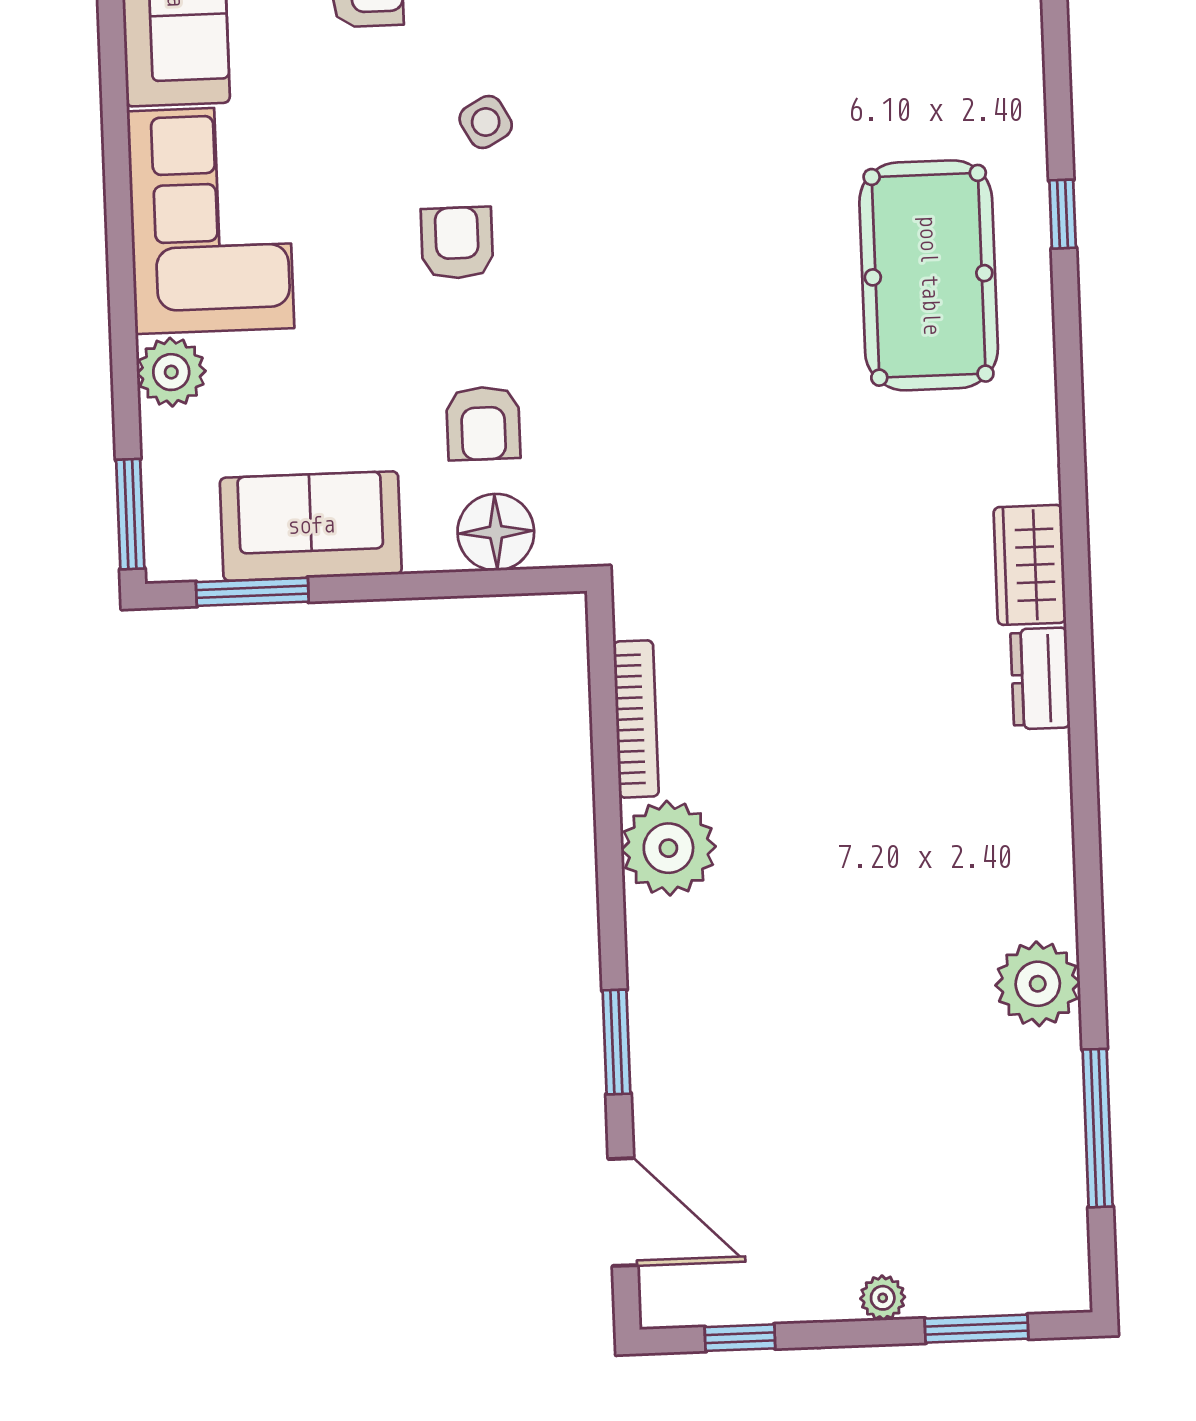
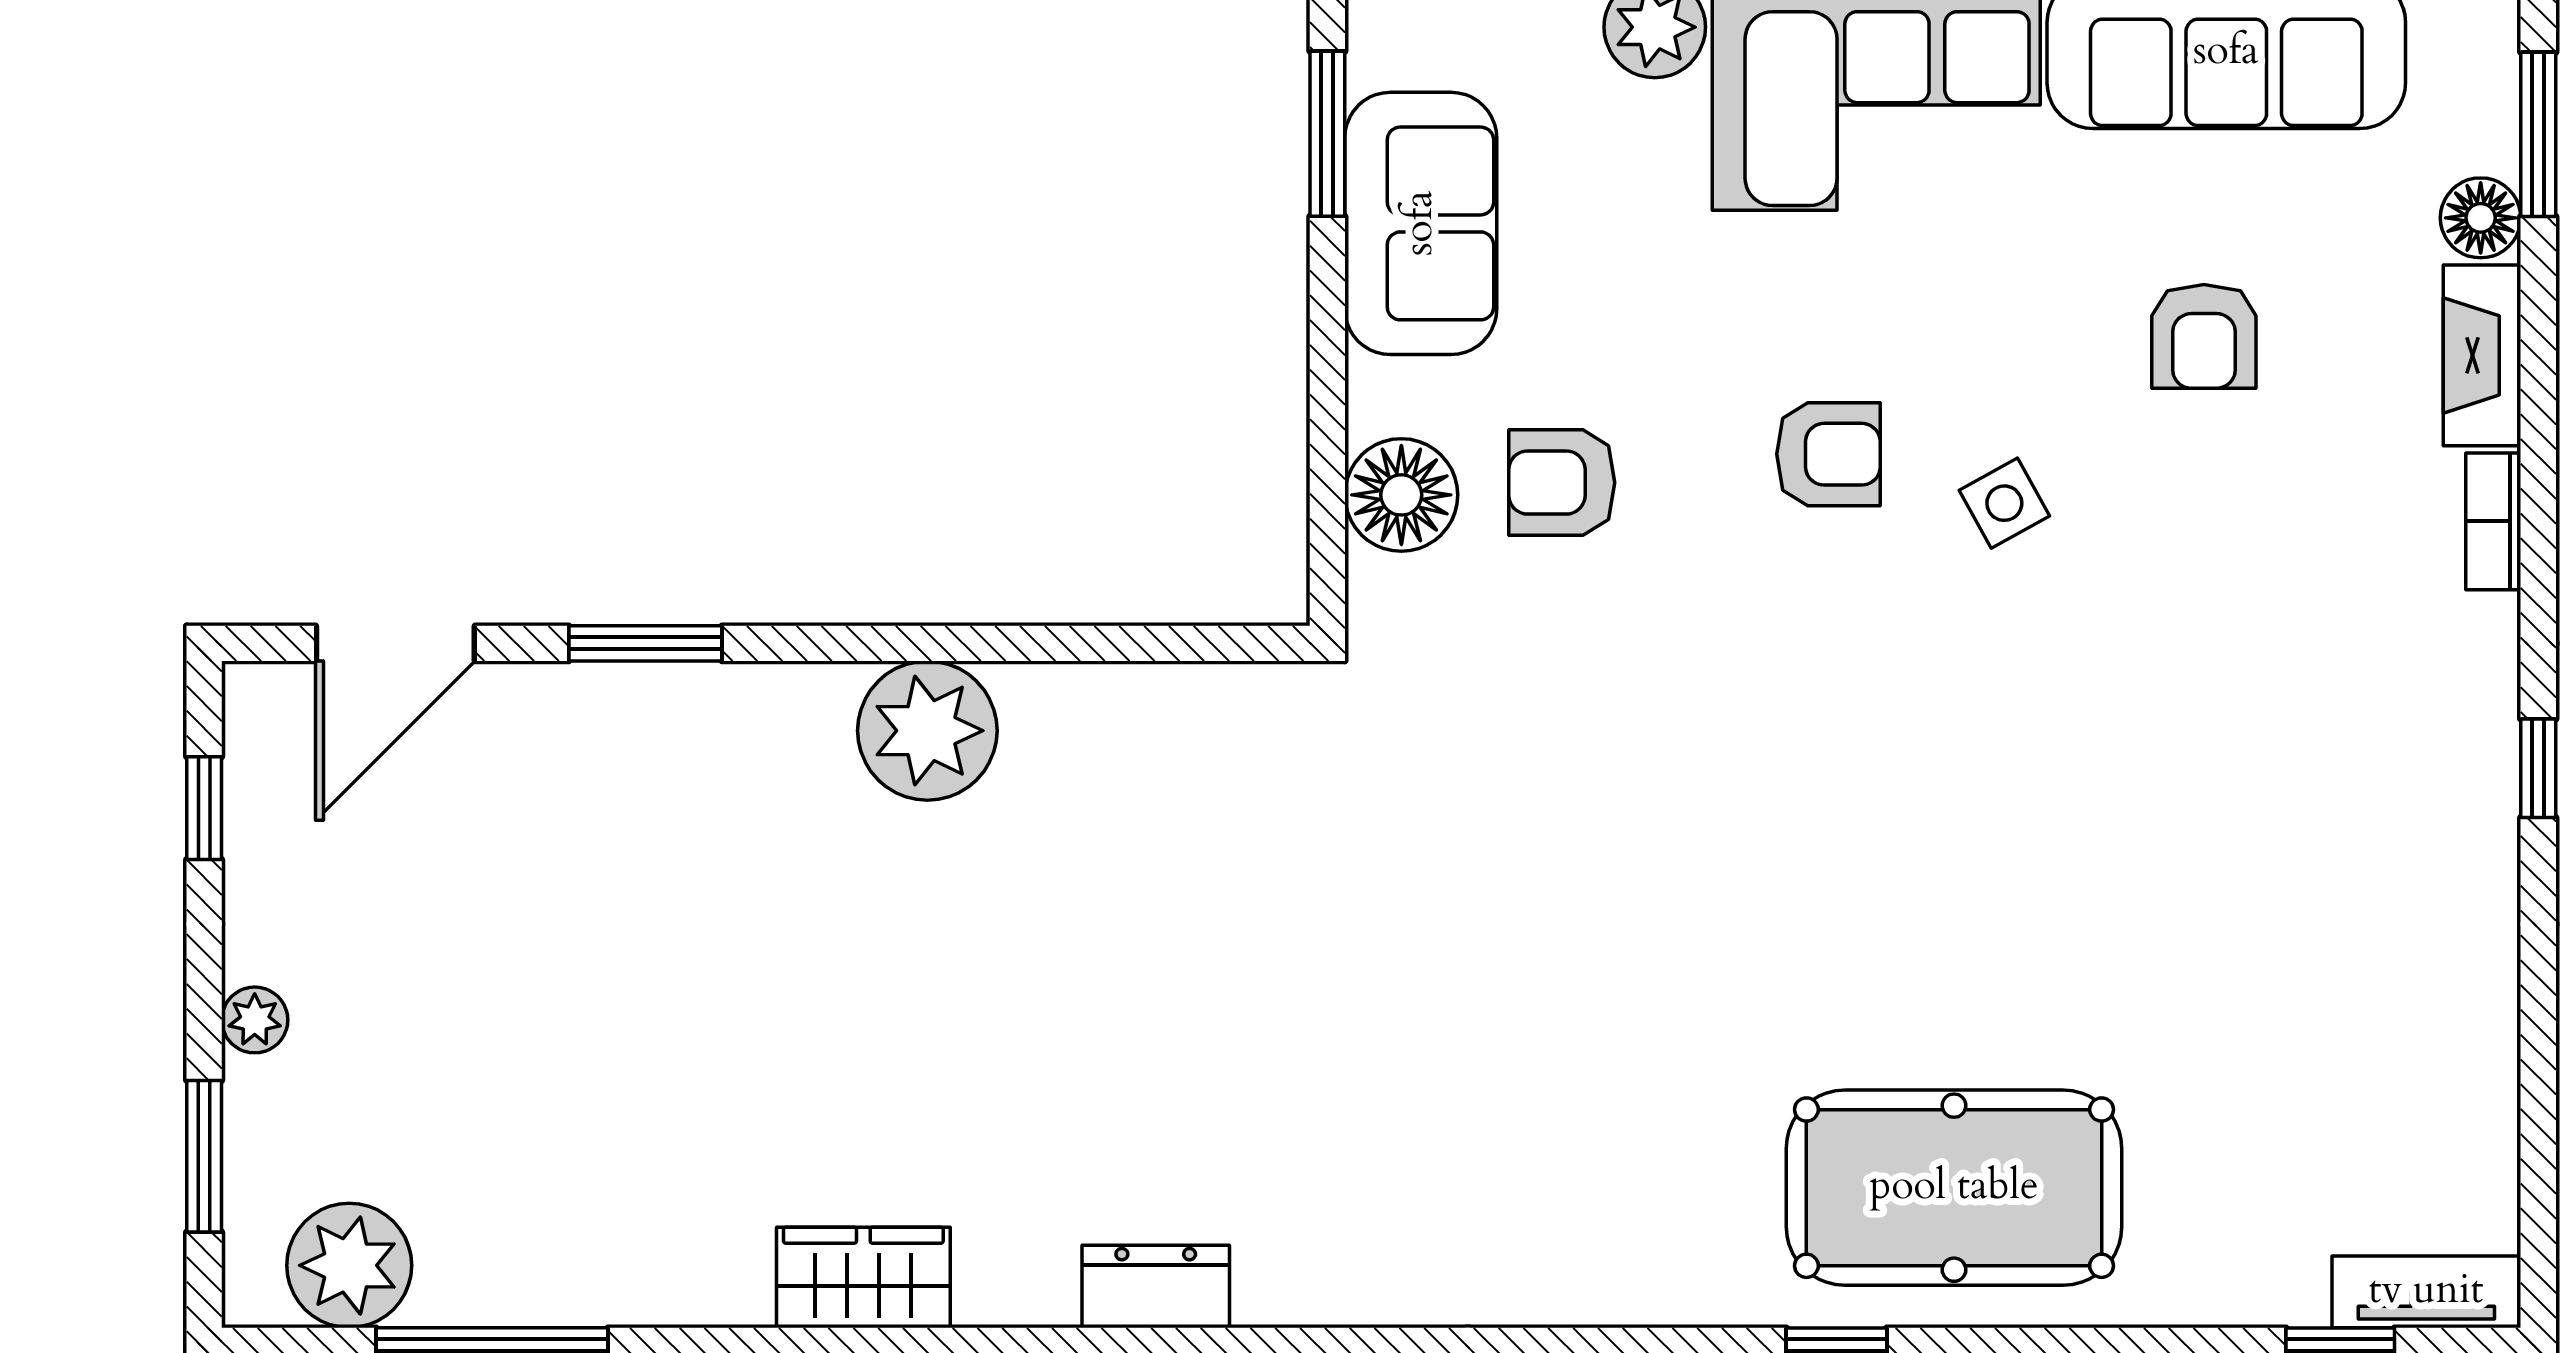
pool table: (929, 275) -> (1954, 1188), moved
wardrobe: (1030, 565) -> (863, 1277), moved
bookcase: (636, 719) -> (1119, 690), removed
plant: (1038, 984) -> (349, 1265), moved

